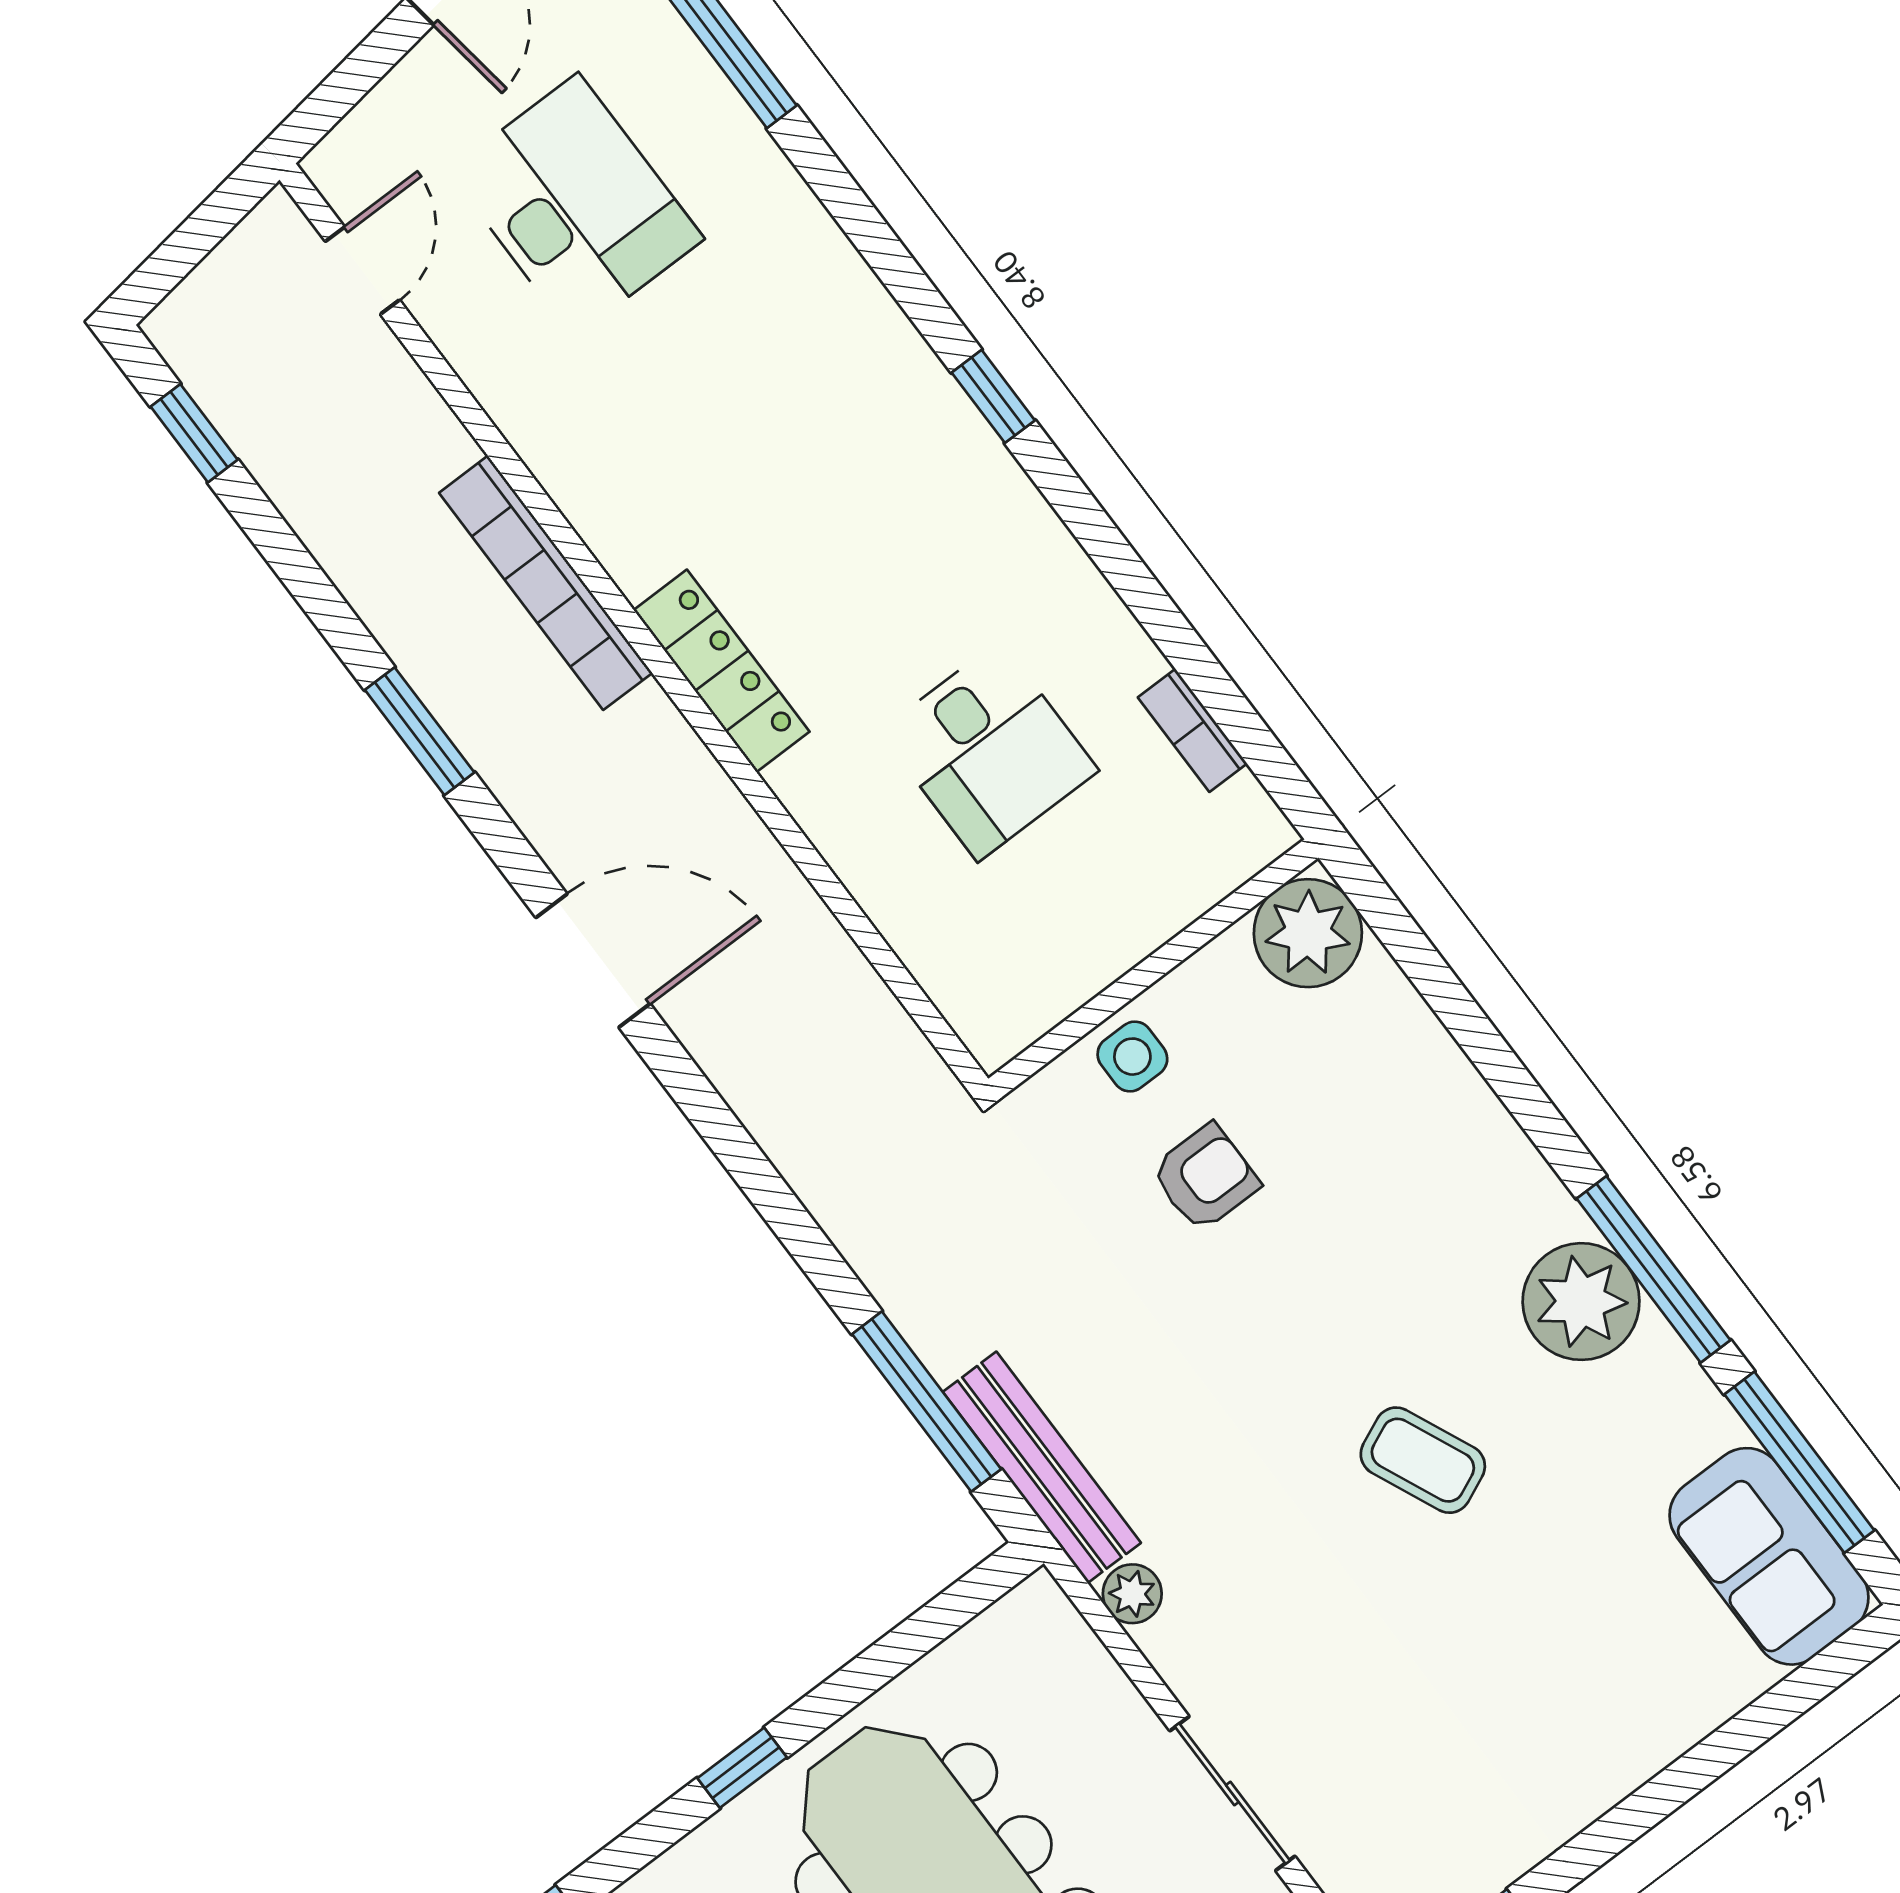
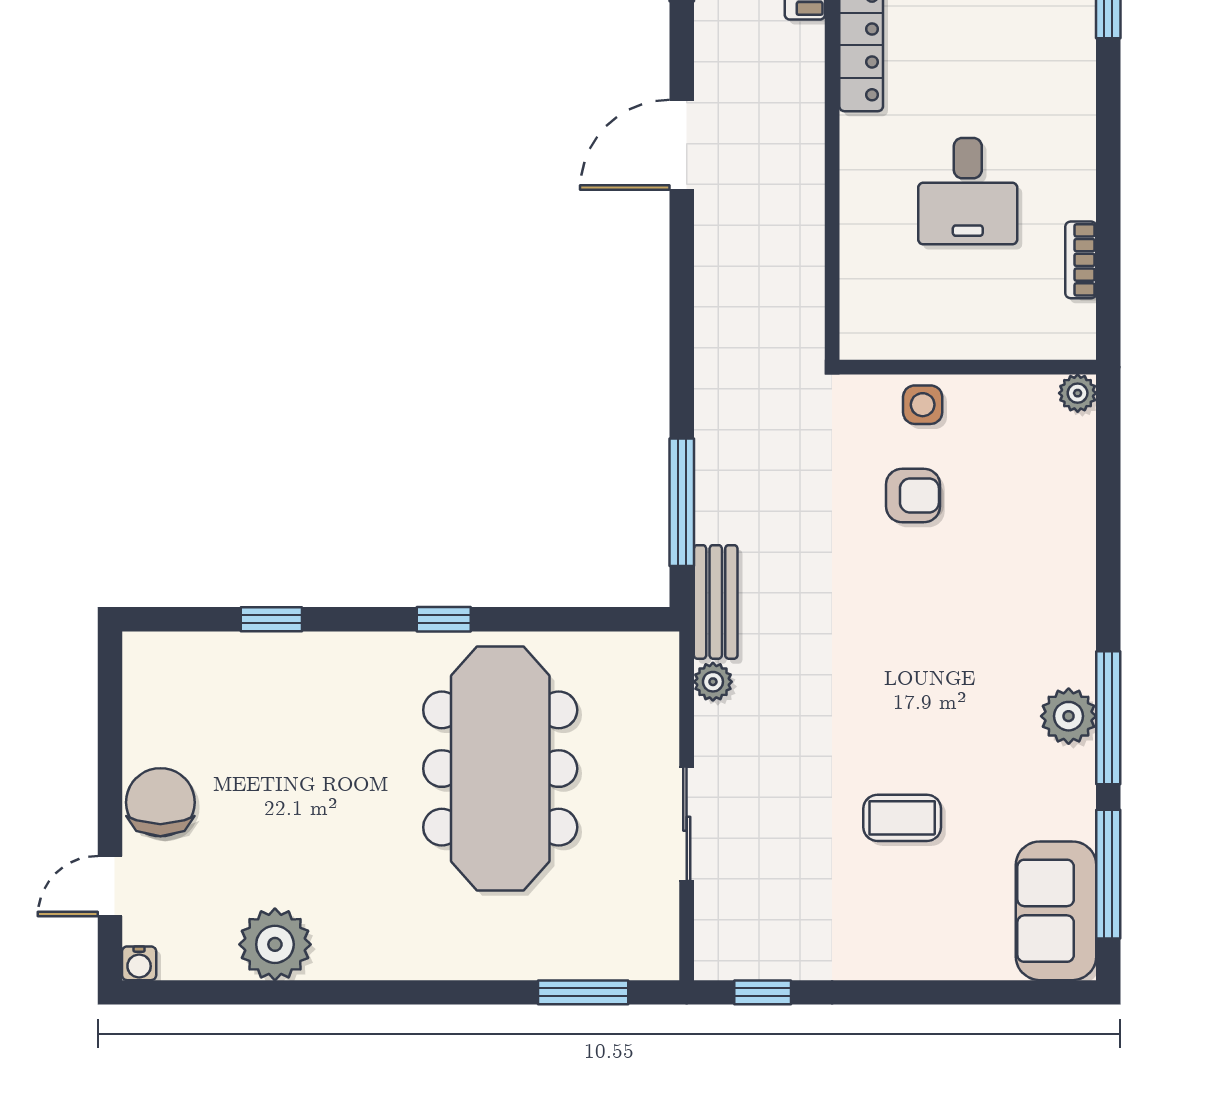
plant: (1308, 933) -> (1078, 393), width x0.53, depth x0.53
door: (593, 961) -> (682, 145), swing flipped
plant: (1581, 1302) -> (1069, 716), width x0.73, depth x0.73
coffee table: (1423, 1460) -> (902, 818), moved, turned -66
bench: (1042, 1467) -> (716, 602), width x0.73

